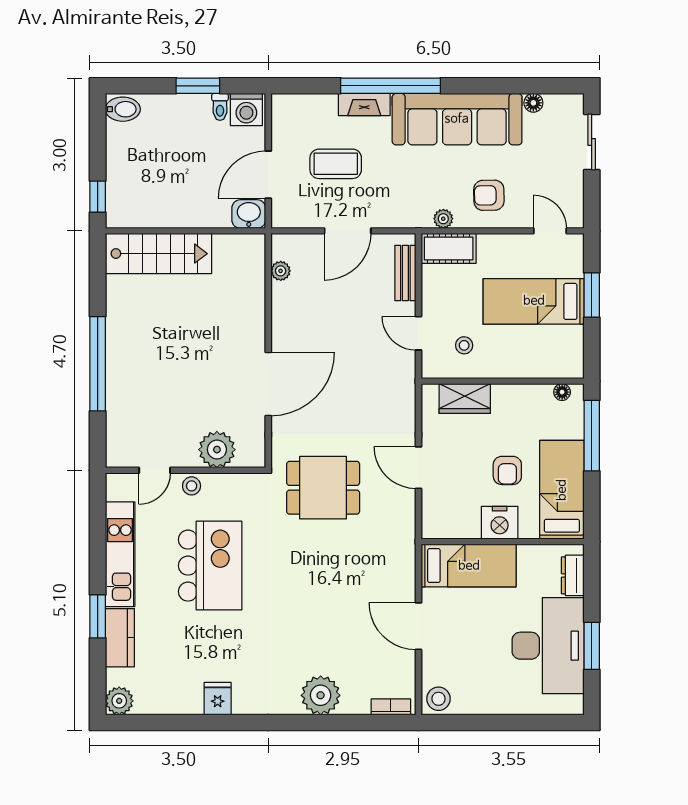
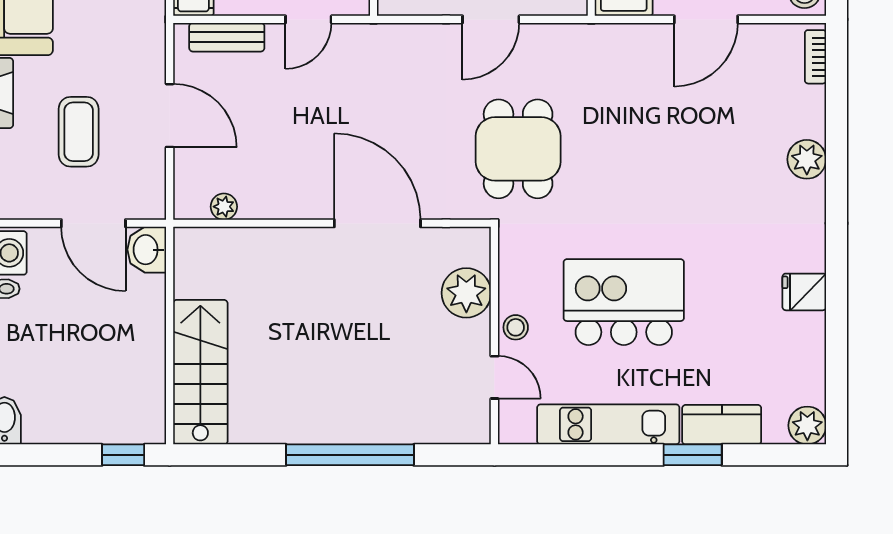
plant: (321, 695) -> (807, 159), width x0.73, depth x0.73

